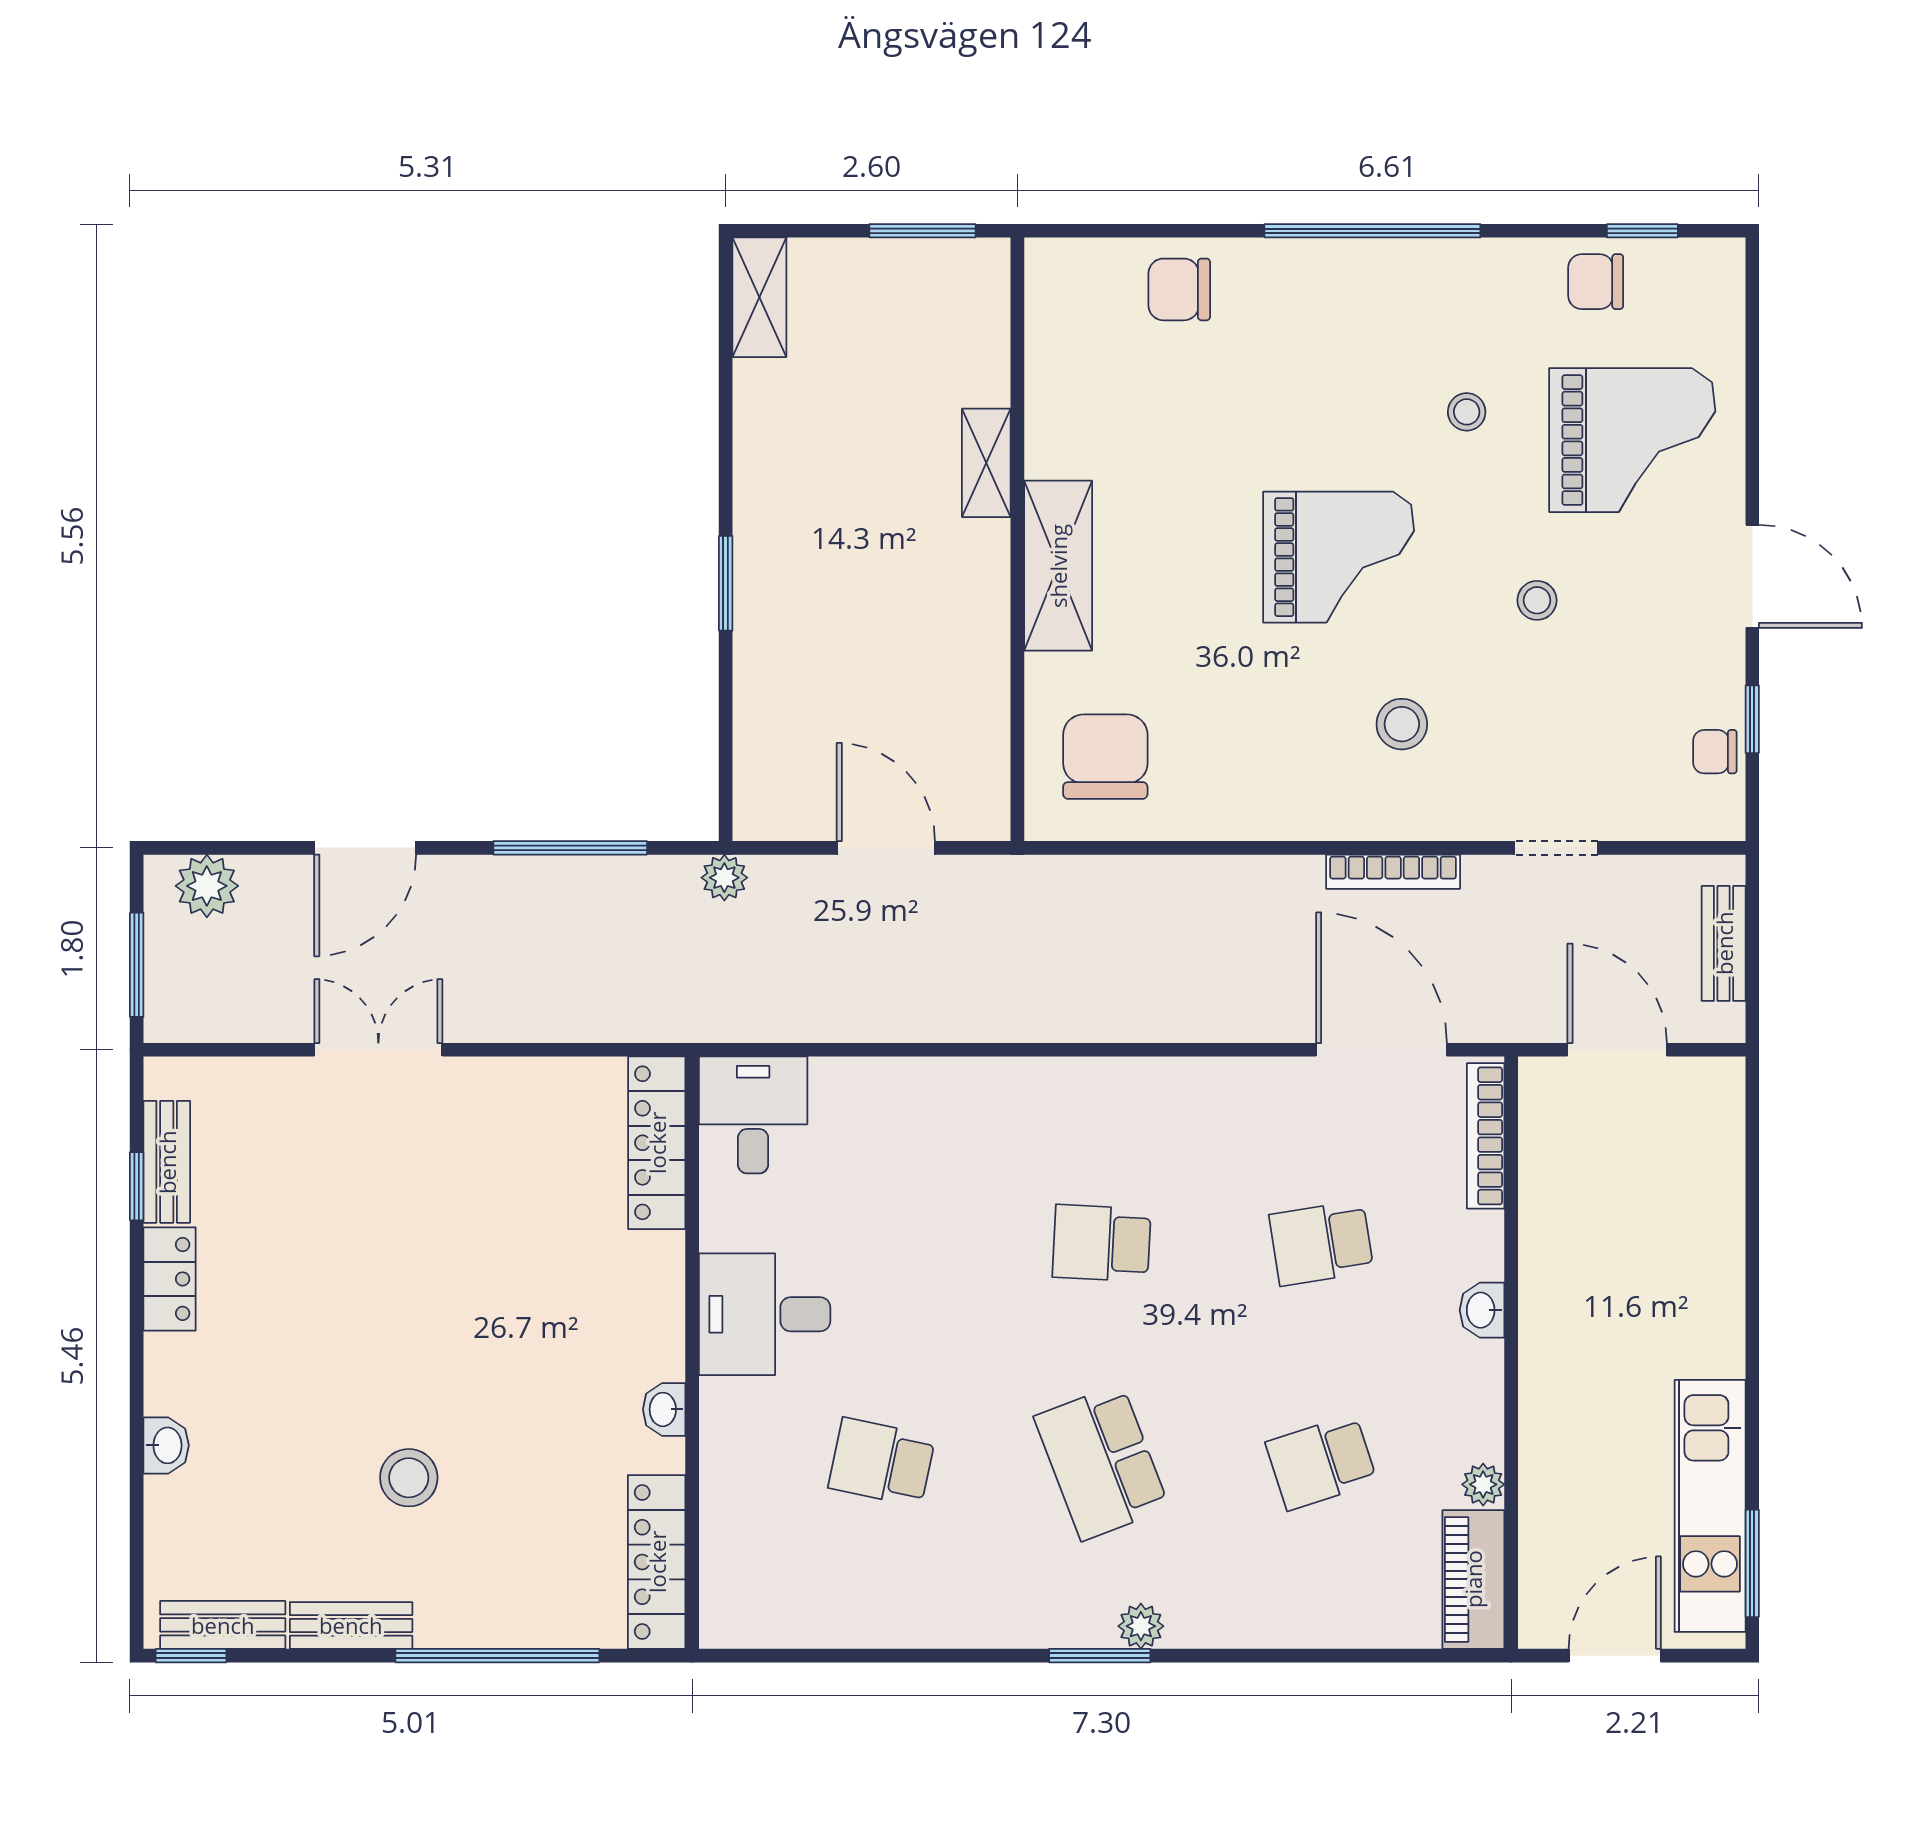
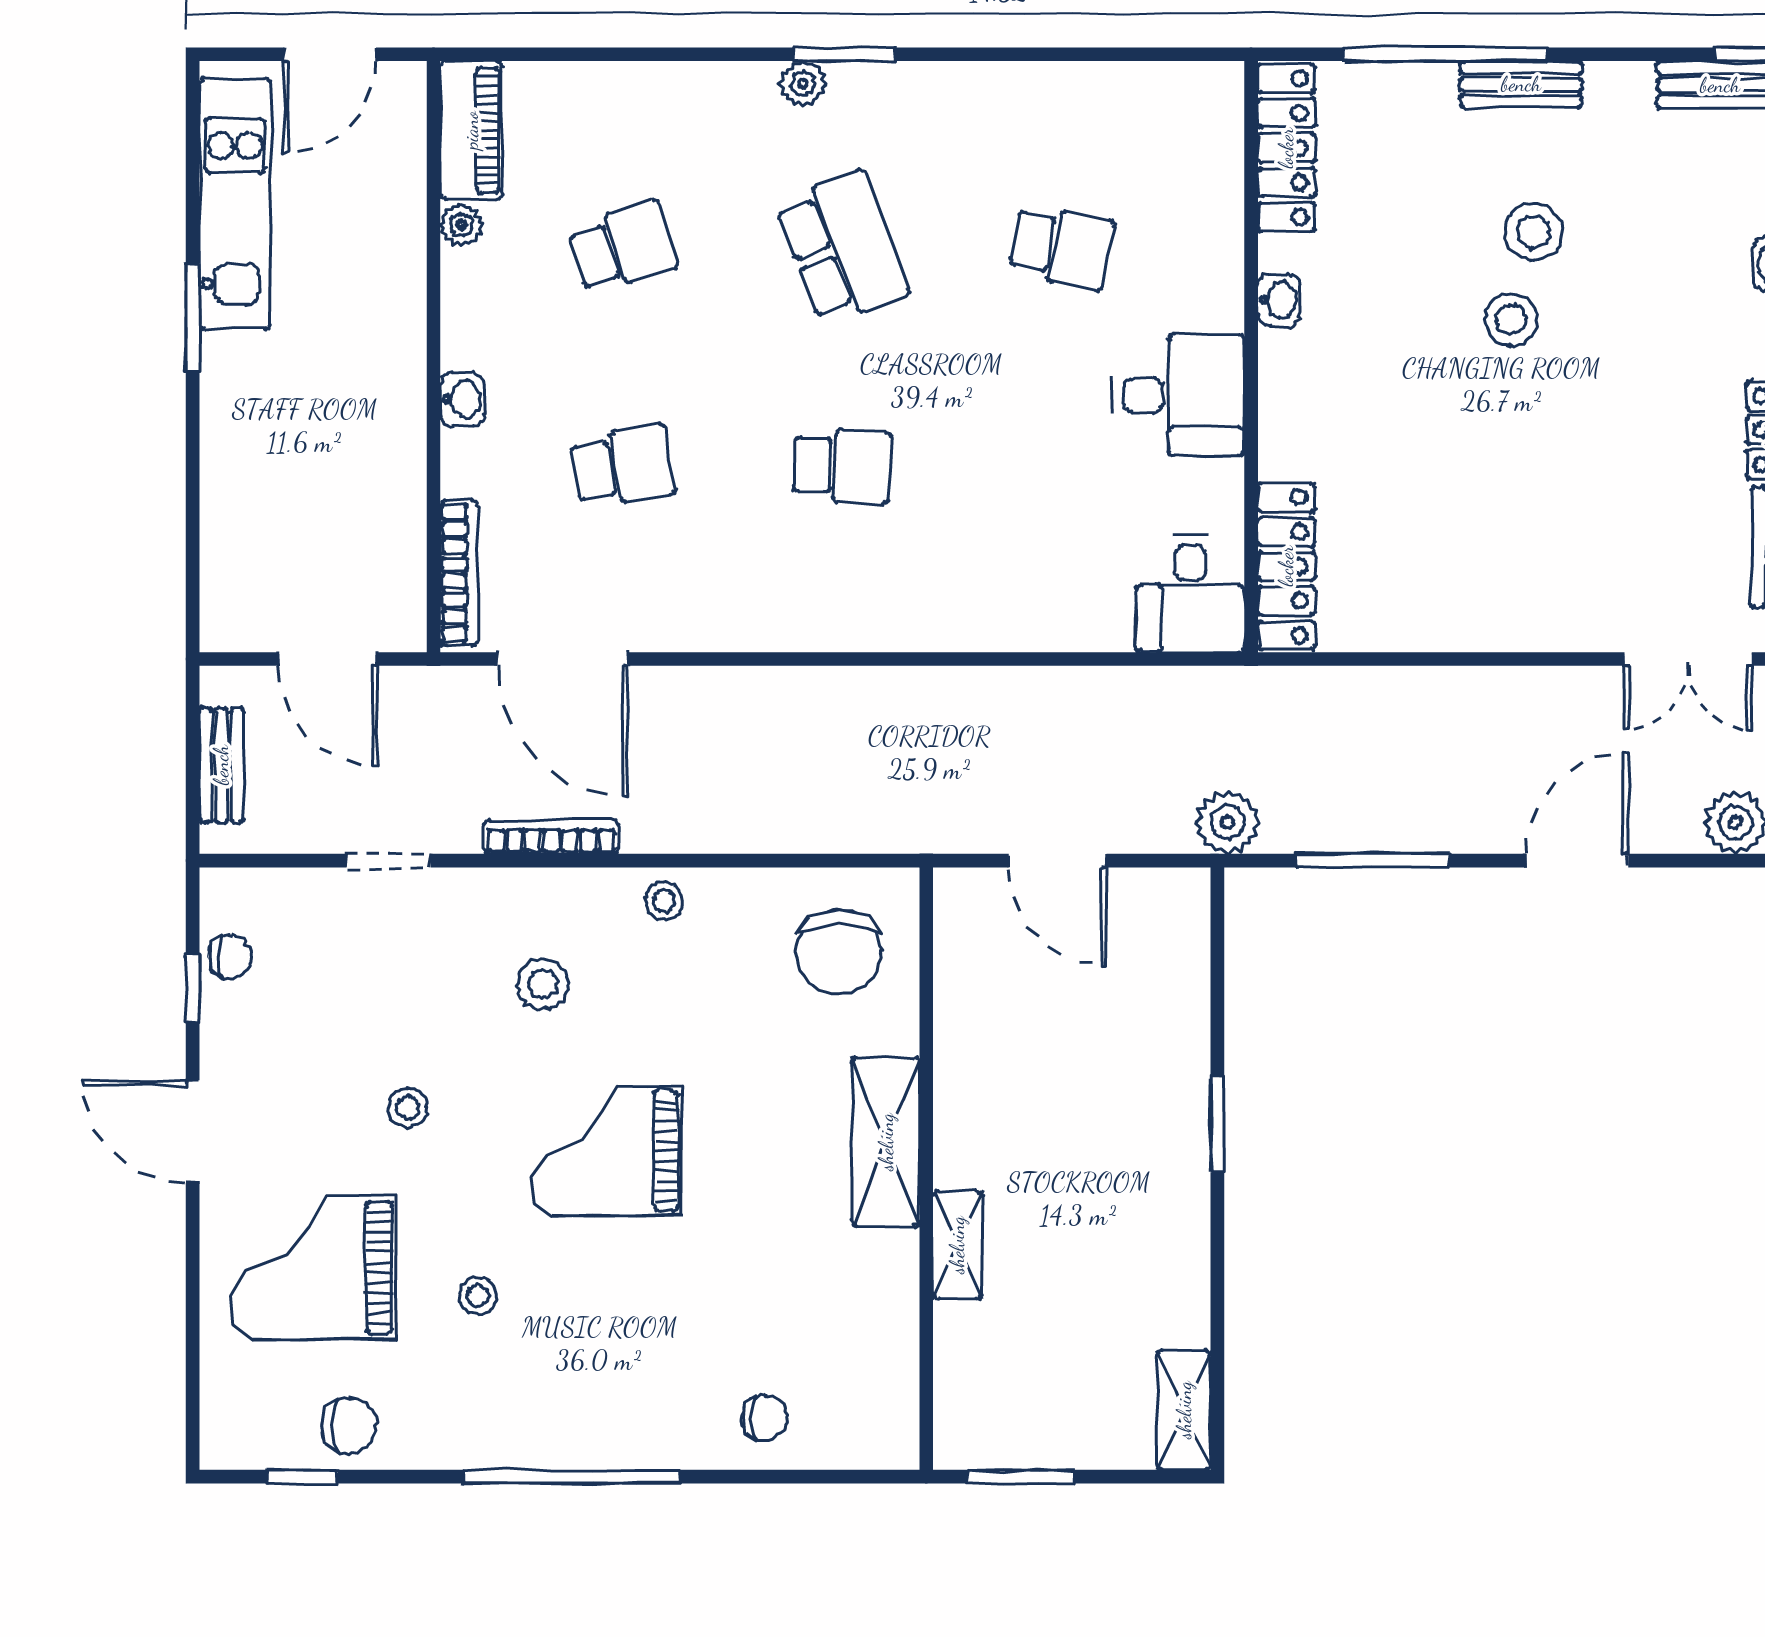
chair: (1179, 289) -> (765, 1418), width x0.73, depth x0.73
stool: (1280, 807) -> (664, 901), added
plant: (724, 878) -> (1227, 822), width x1.38, depth x1.38
double door: (378, 1050) -> (1688, 659), moved
stool: (432, 1390) -> (1511, 320), added
window: (1752, 1563) -> (193, 317), moved
bench: (351, 1625) -> (1521, 84), moved

